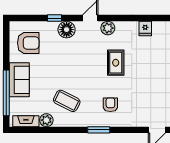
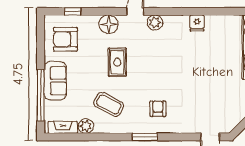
window: (55, 18) -> (73, 11), moved
armchair: (28, 43) -> (65, 39), turned 180
rug: (116, 63) -> (117, 62), moved

